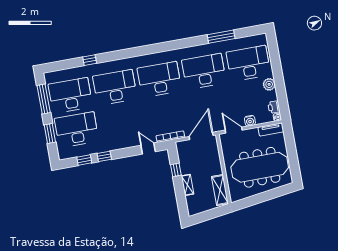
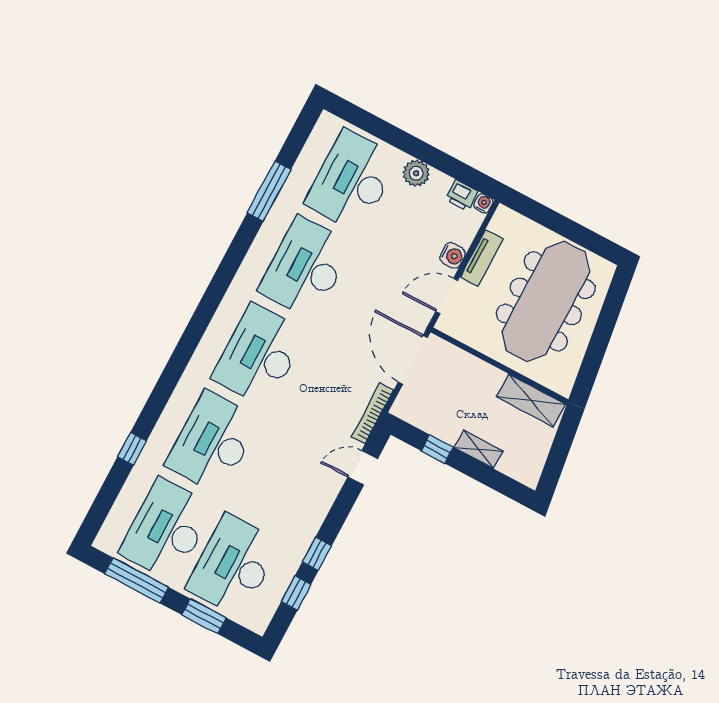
tv unit: (271, 129) -> (482, 258), moved

